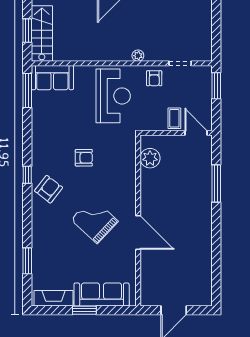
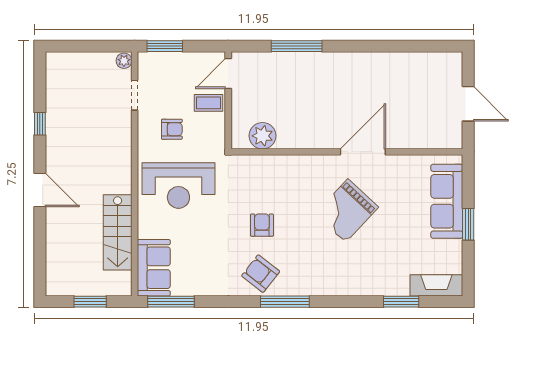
stairs: (42, 33) -> (118, 232), moved, turned -90
plant: (138, 56) -> (124, 61), moved
armchair: (154, 78) -> (172, 129), moved
reception desk: (113, 96) -> (178, 185), turned 180
window: (27, 175) -> (285, 302), width x2.17
armchair: (49, 189) -> (261, 274), moved
fireplace: (54, 298) -> (436, 285), moved, turned 90

